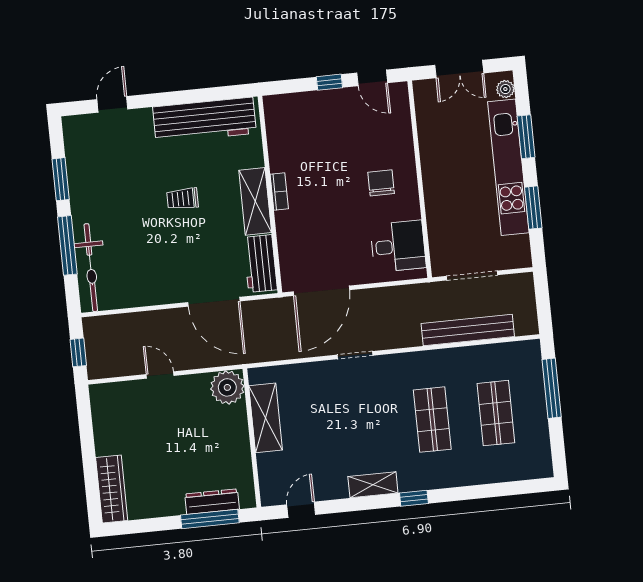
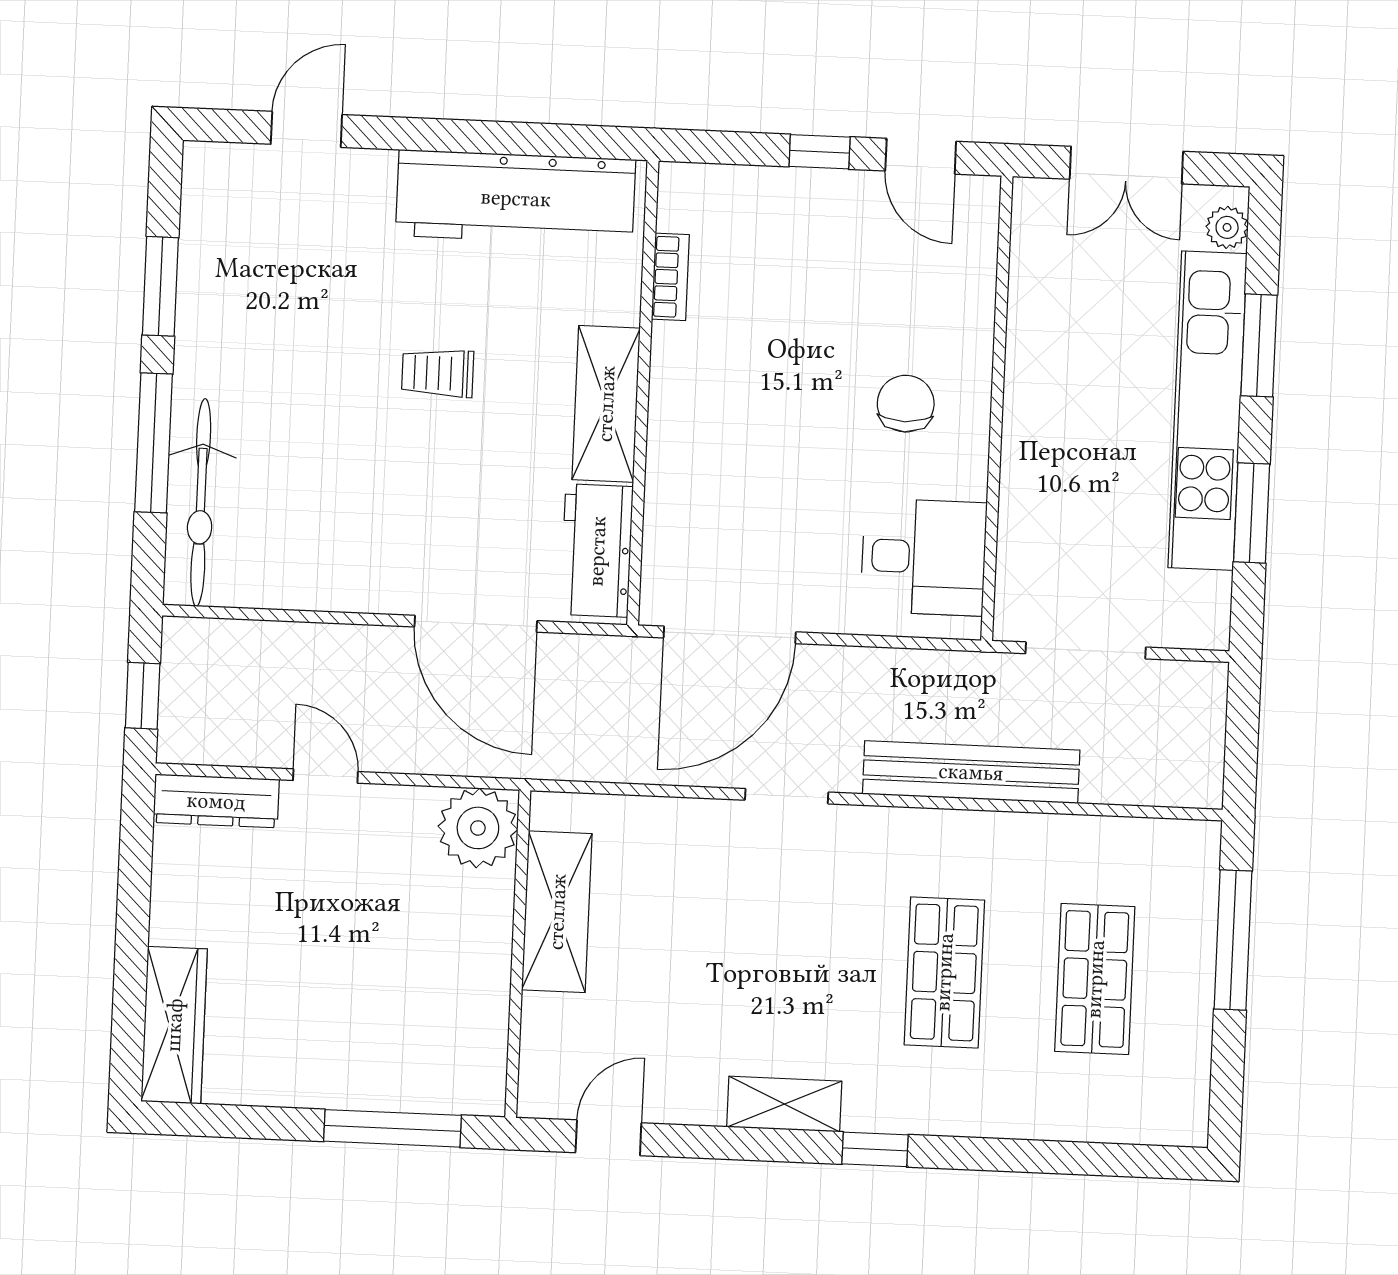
bookcase: (279, 192) -> (670, 277), moved
bench: (468, 330) -> (971, 772), moved
dresser: (212, 502) -> (216, 801), moved, turned 180

